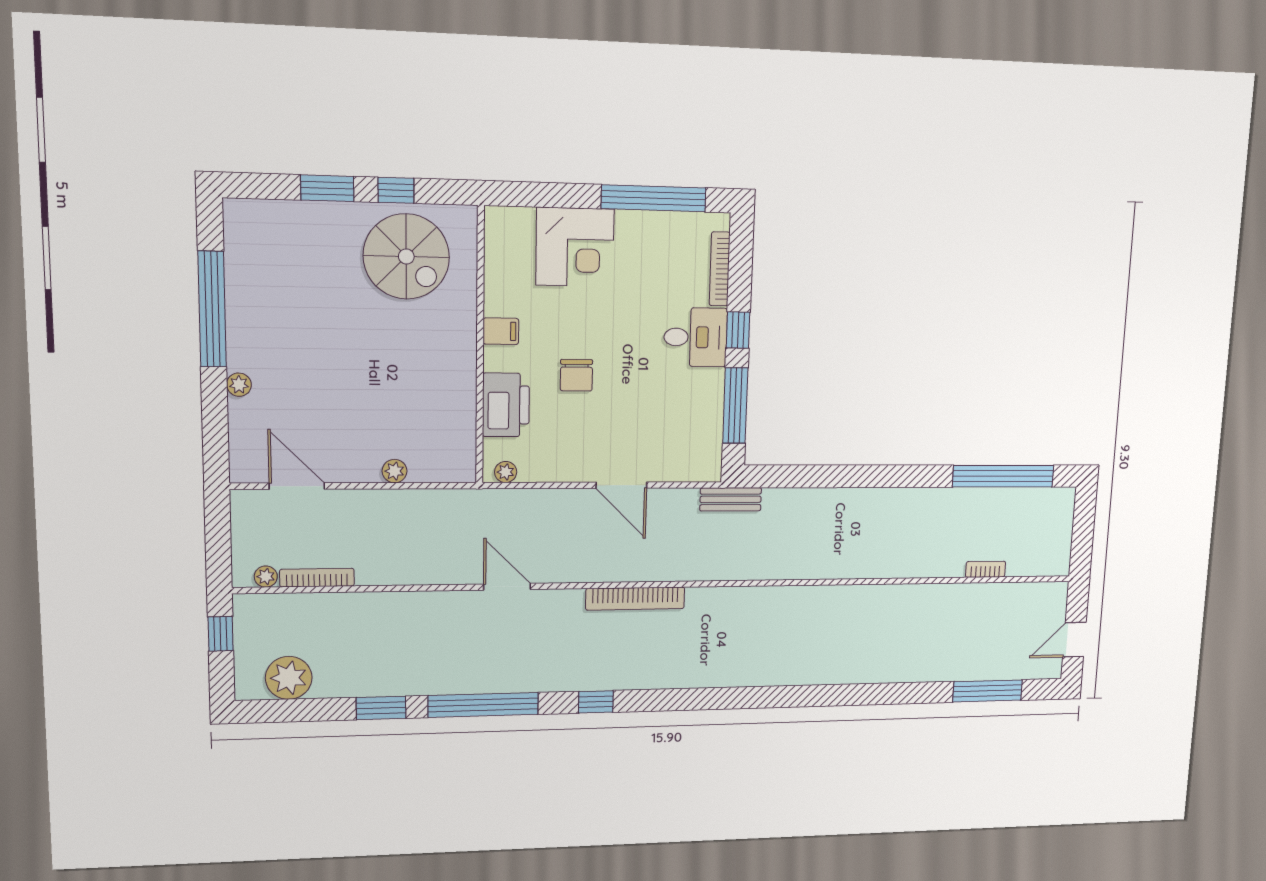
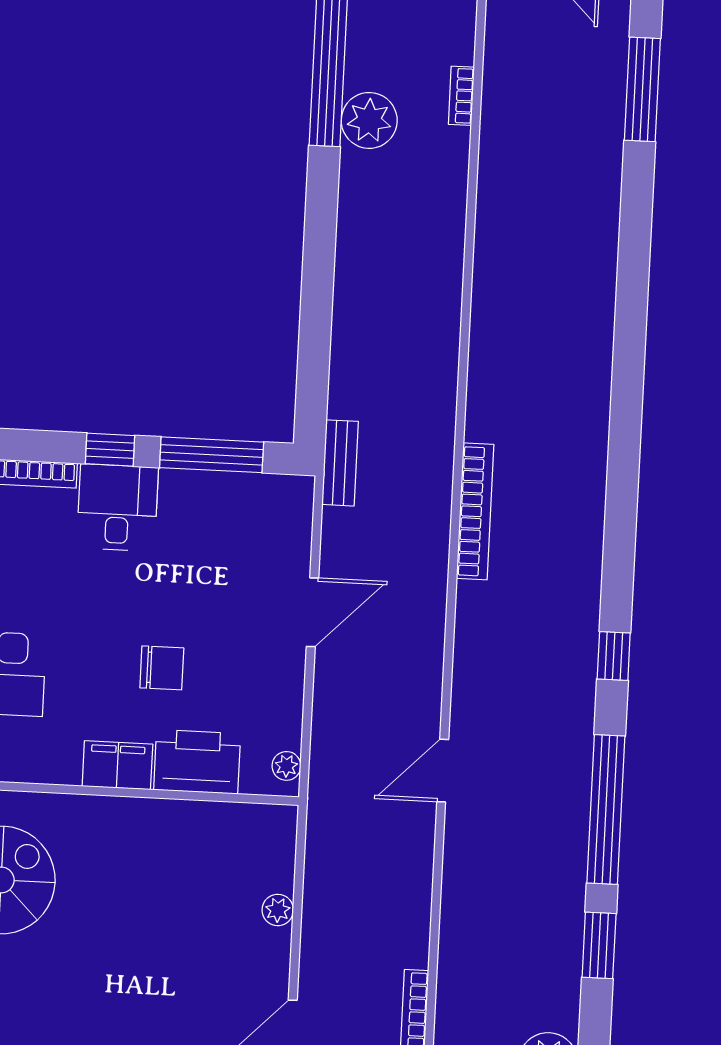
filing cabinet: (501, 331) -> (117, 765), width x2.00
plant: (970, 507) -> (369, 120), added
bookcase: (635, 599) -> (475, 511), moved

